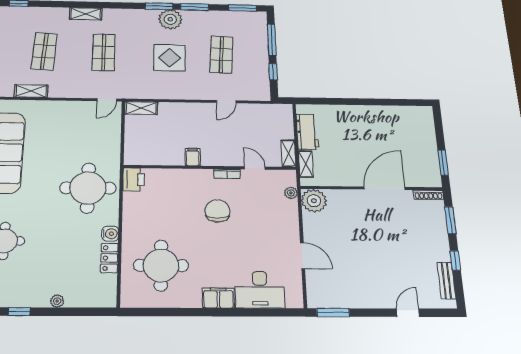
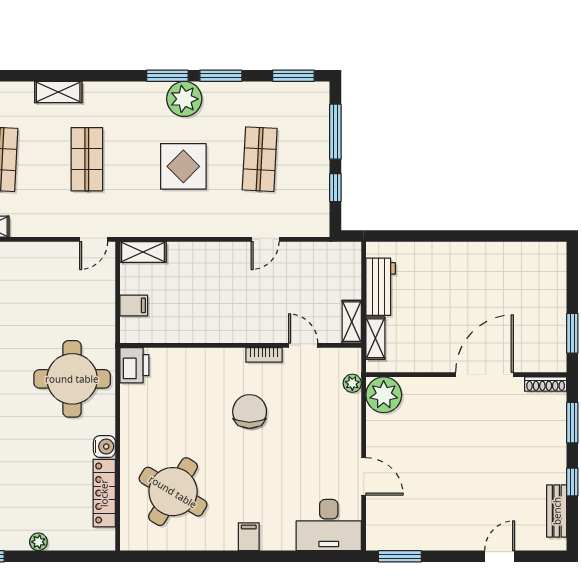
filing cabinet: (193, 157) -> (134, 305), moved, turned 90
locker: (109, 258) -> (104, 493), width x1.53
round table: (161, 265) -> (173, 492), turned 31
desk: (260, 290) -> (329, 525), moved
filing cabinet: (218, 298) -> (249, 537), width x0.50

